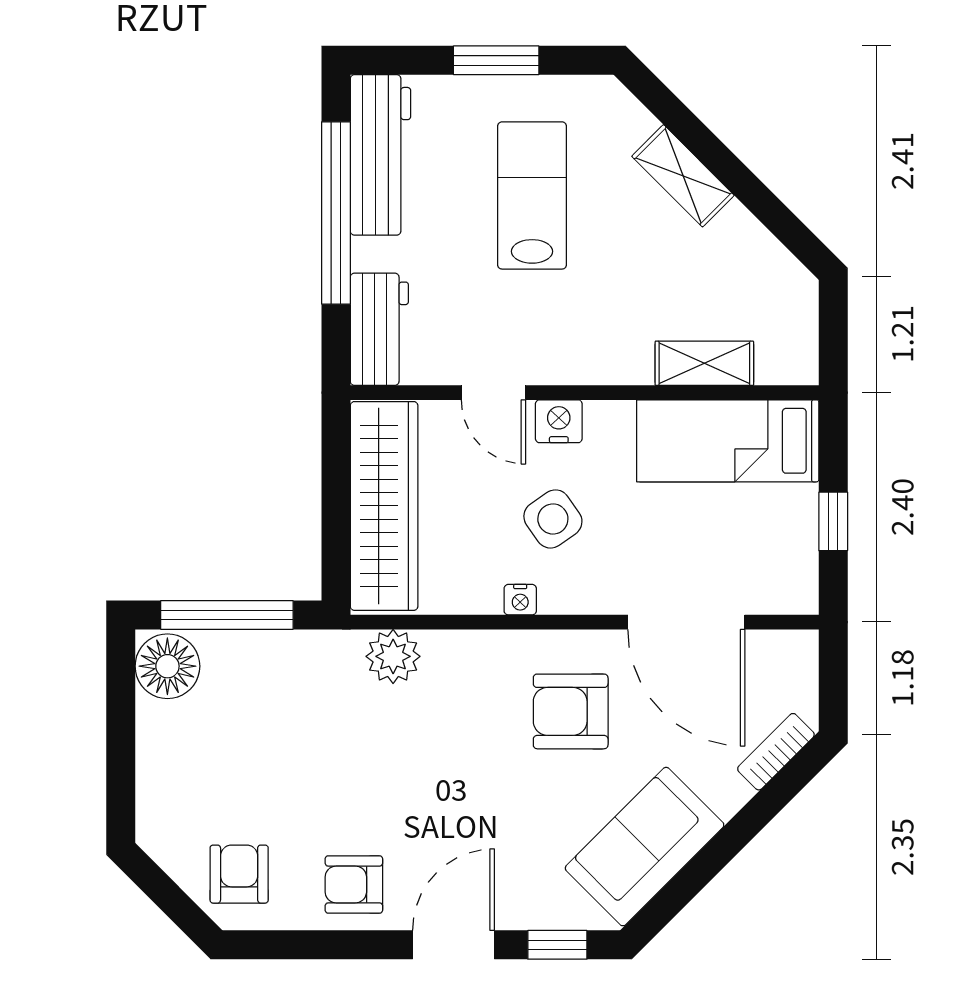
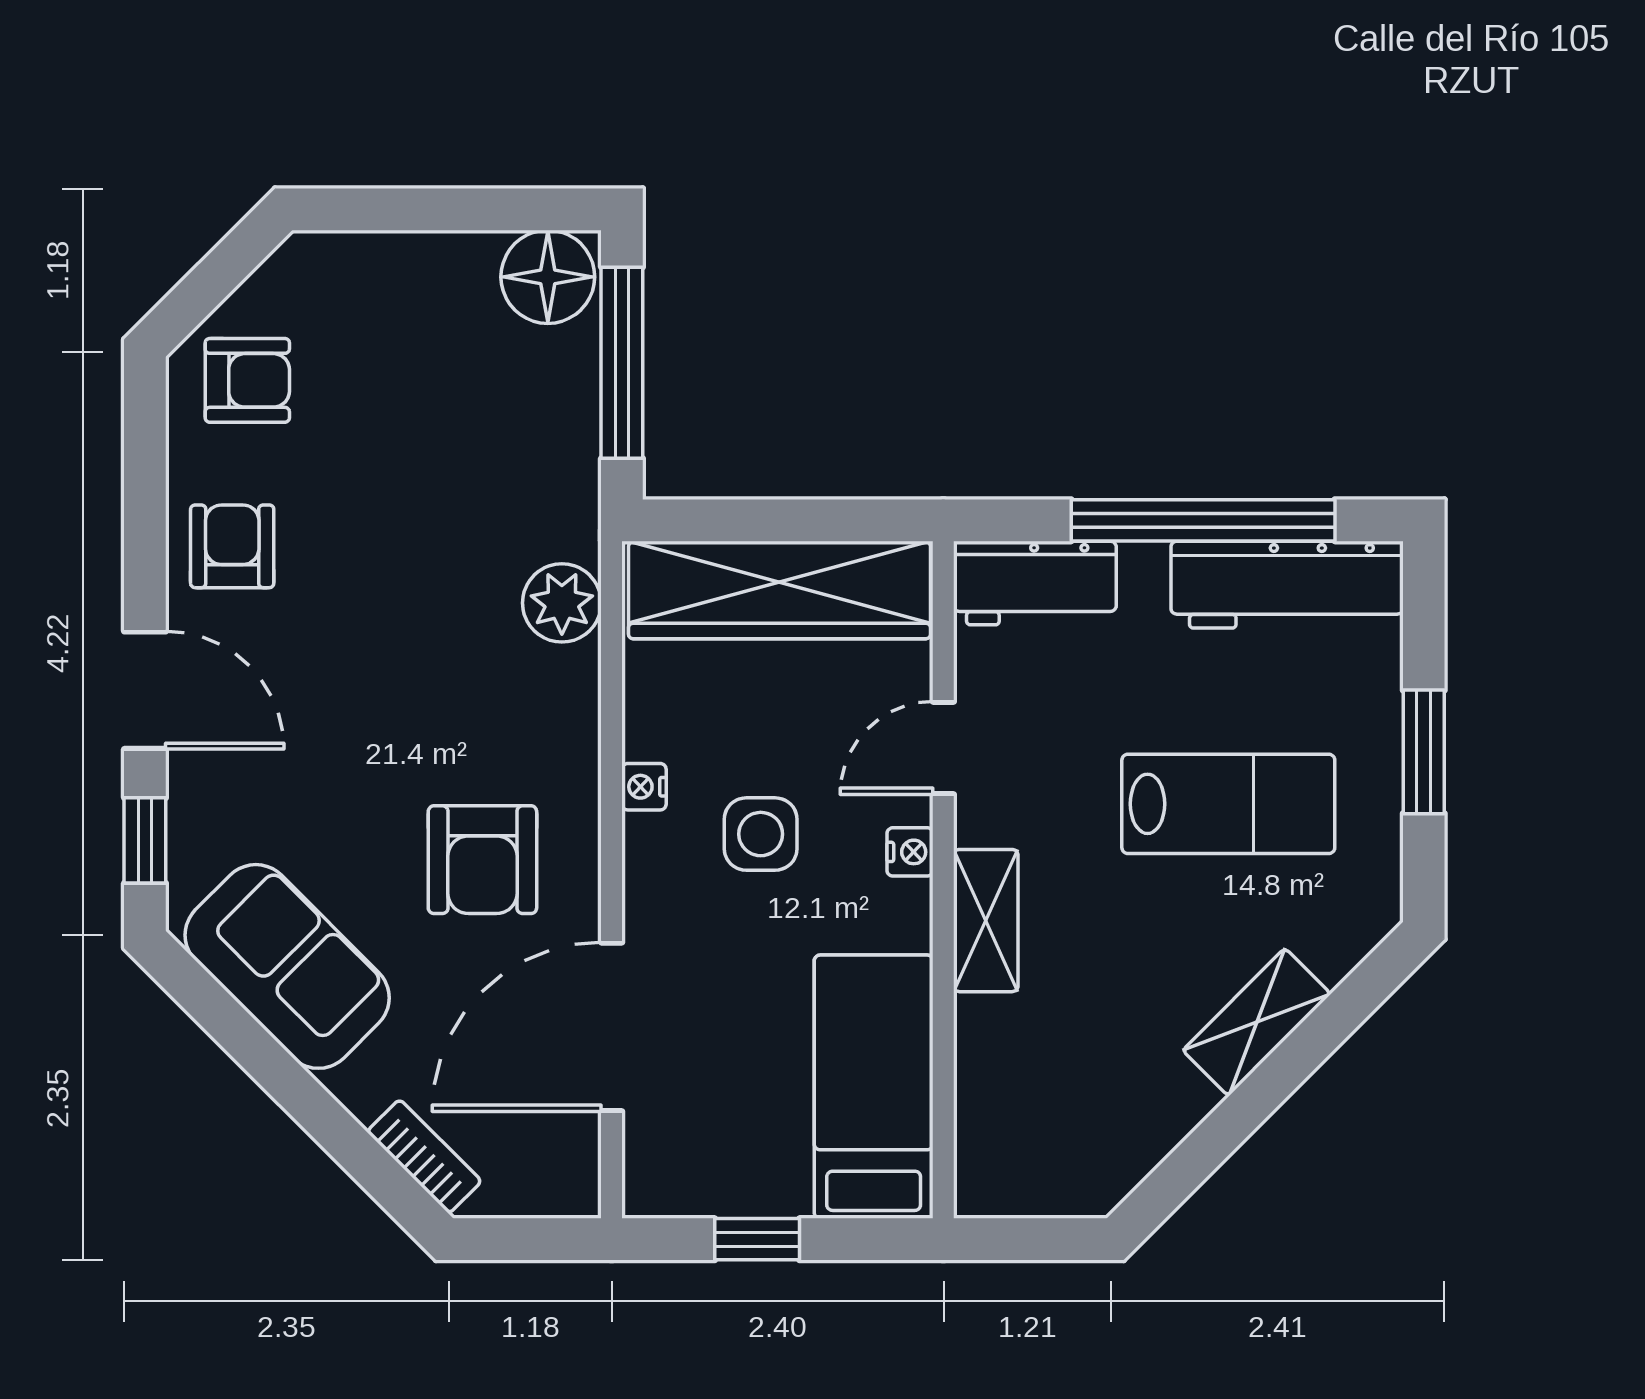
shelving: (704, 363) -> (986, 921), moved
nightstand: (559, 421) -> (910, 852), width x0.72, depth x0.74
side table: (553, 519) -> (761, 834), turned 35
armchair: (571, 711) -> (482, 860), turned 180

